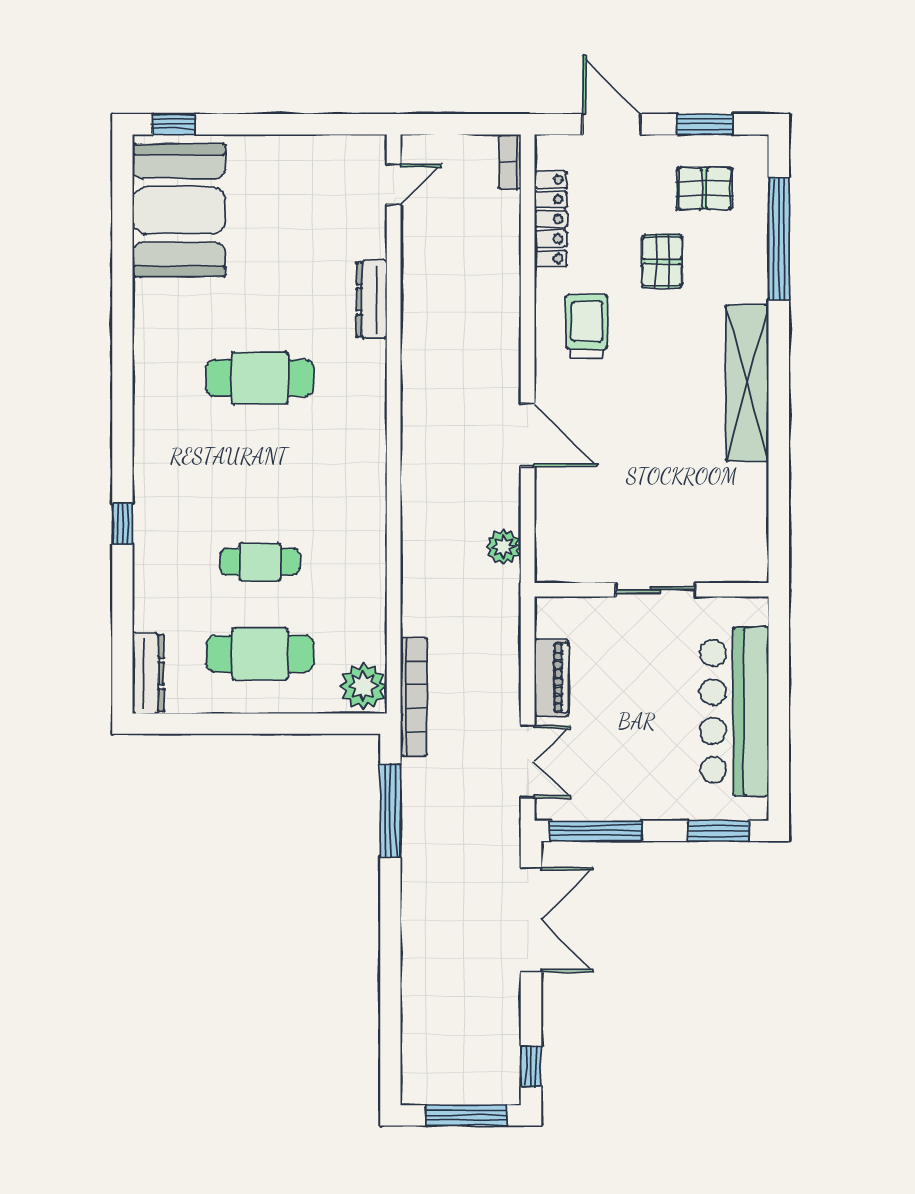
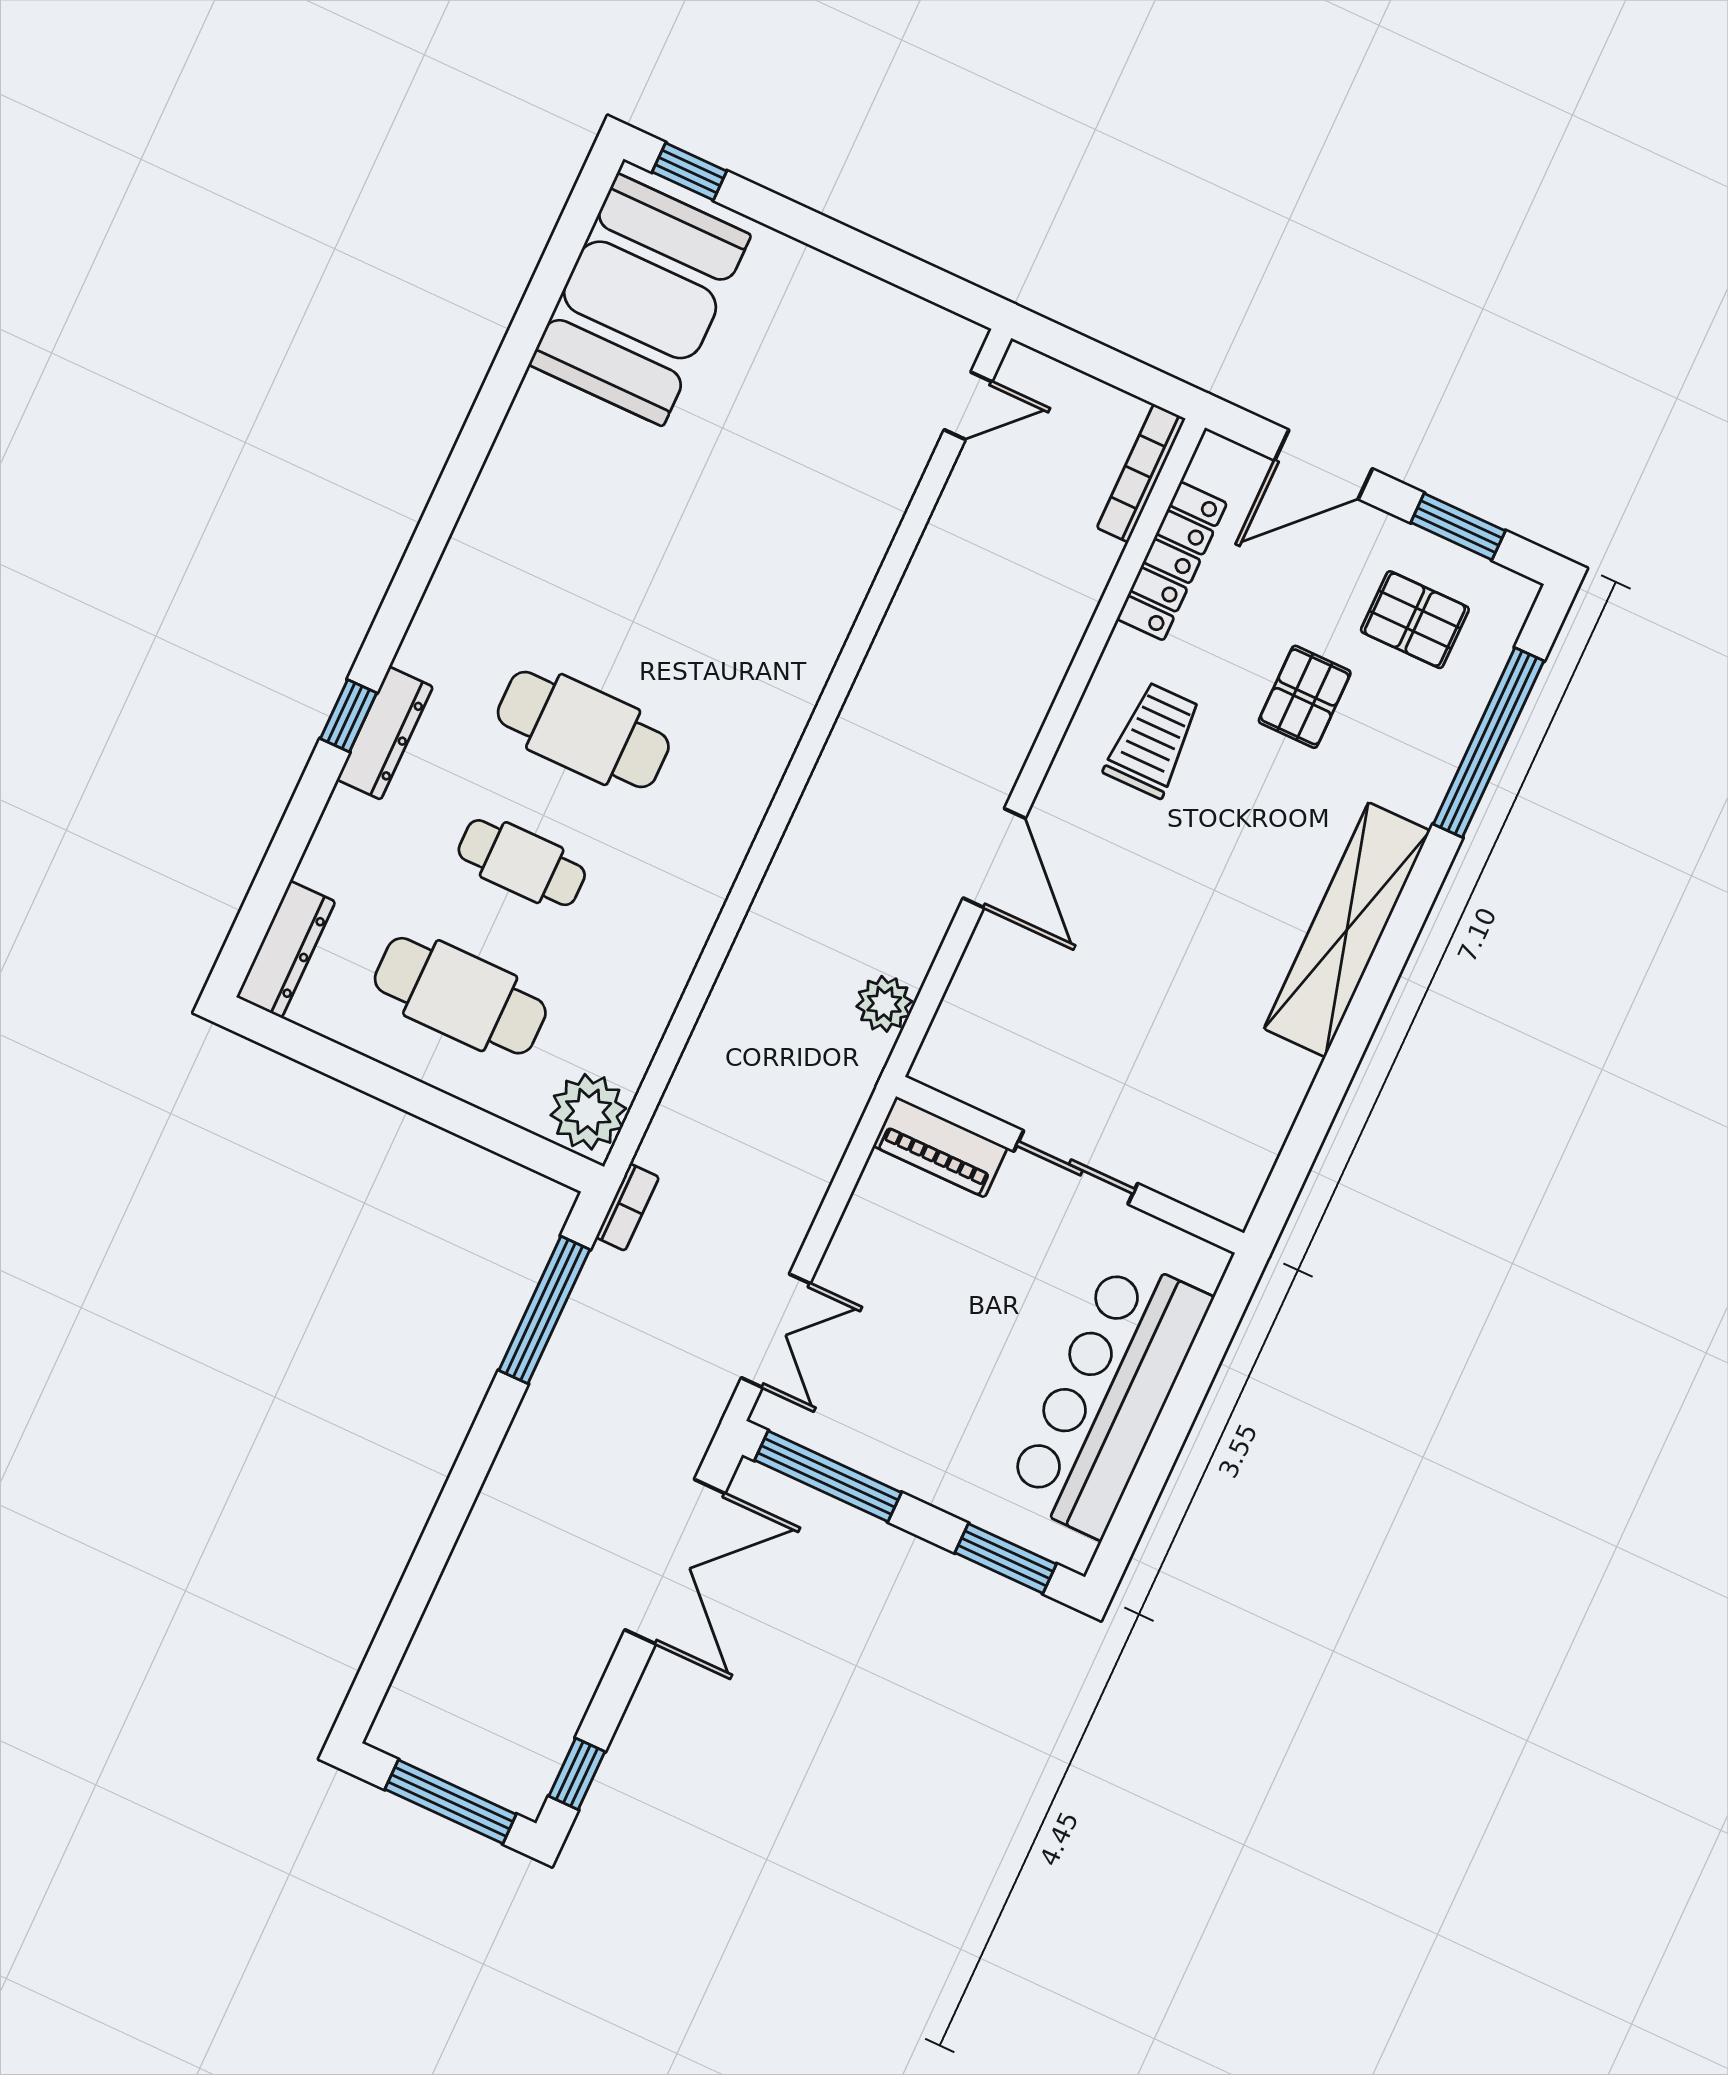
door: (612, 124) -> (1323, 465), swing flipped
bookcase: (510, 162) -> (1141, 473), width x1.56
dresser: (372, 299) -> (385, 733), moved, turned 180
cafe table: (260, 378) -> (583, 729), moved
piano: (552, 678) -> (940, 1147), moved, turned 90
bookcase: (414, 697) -> (627, 1207), width x0.43, depth x0.76

